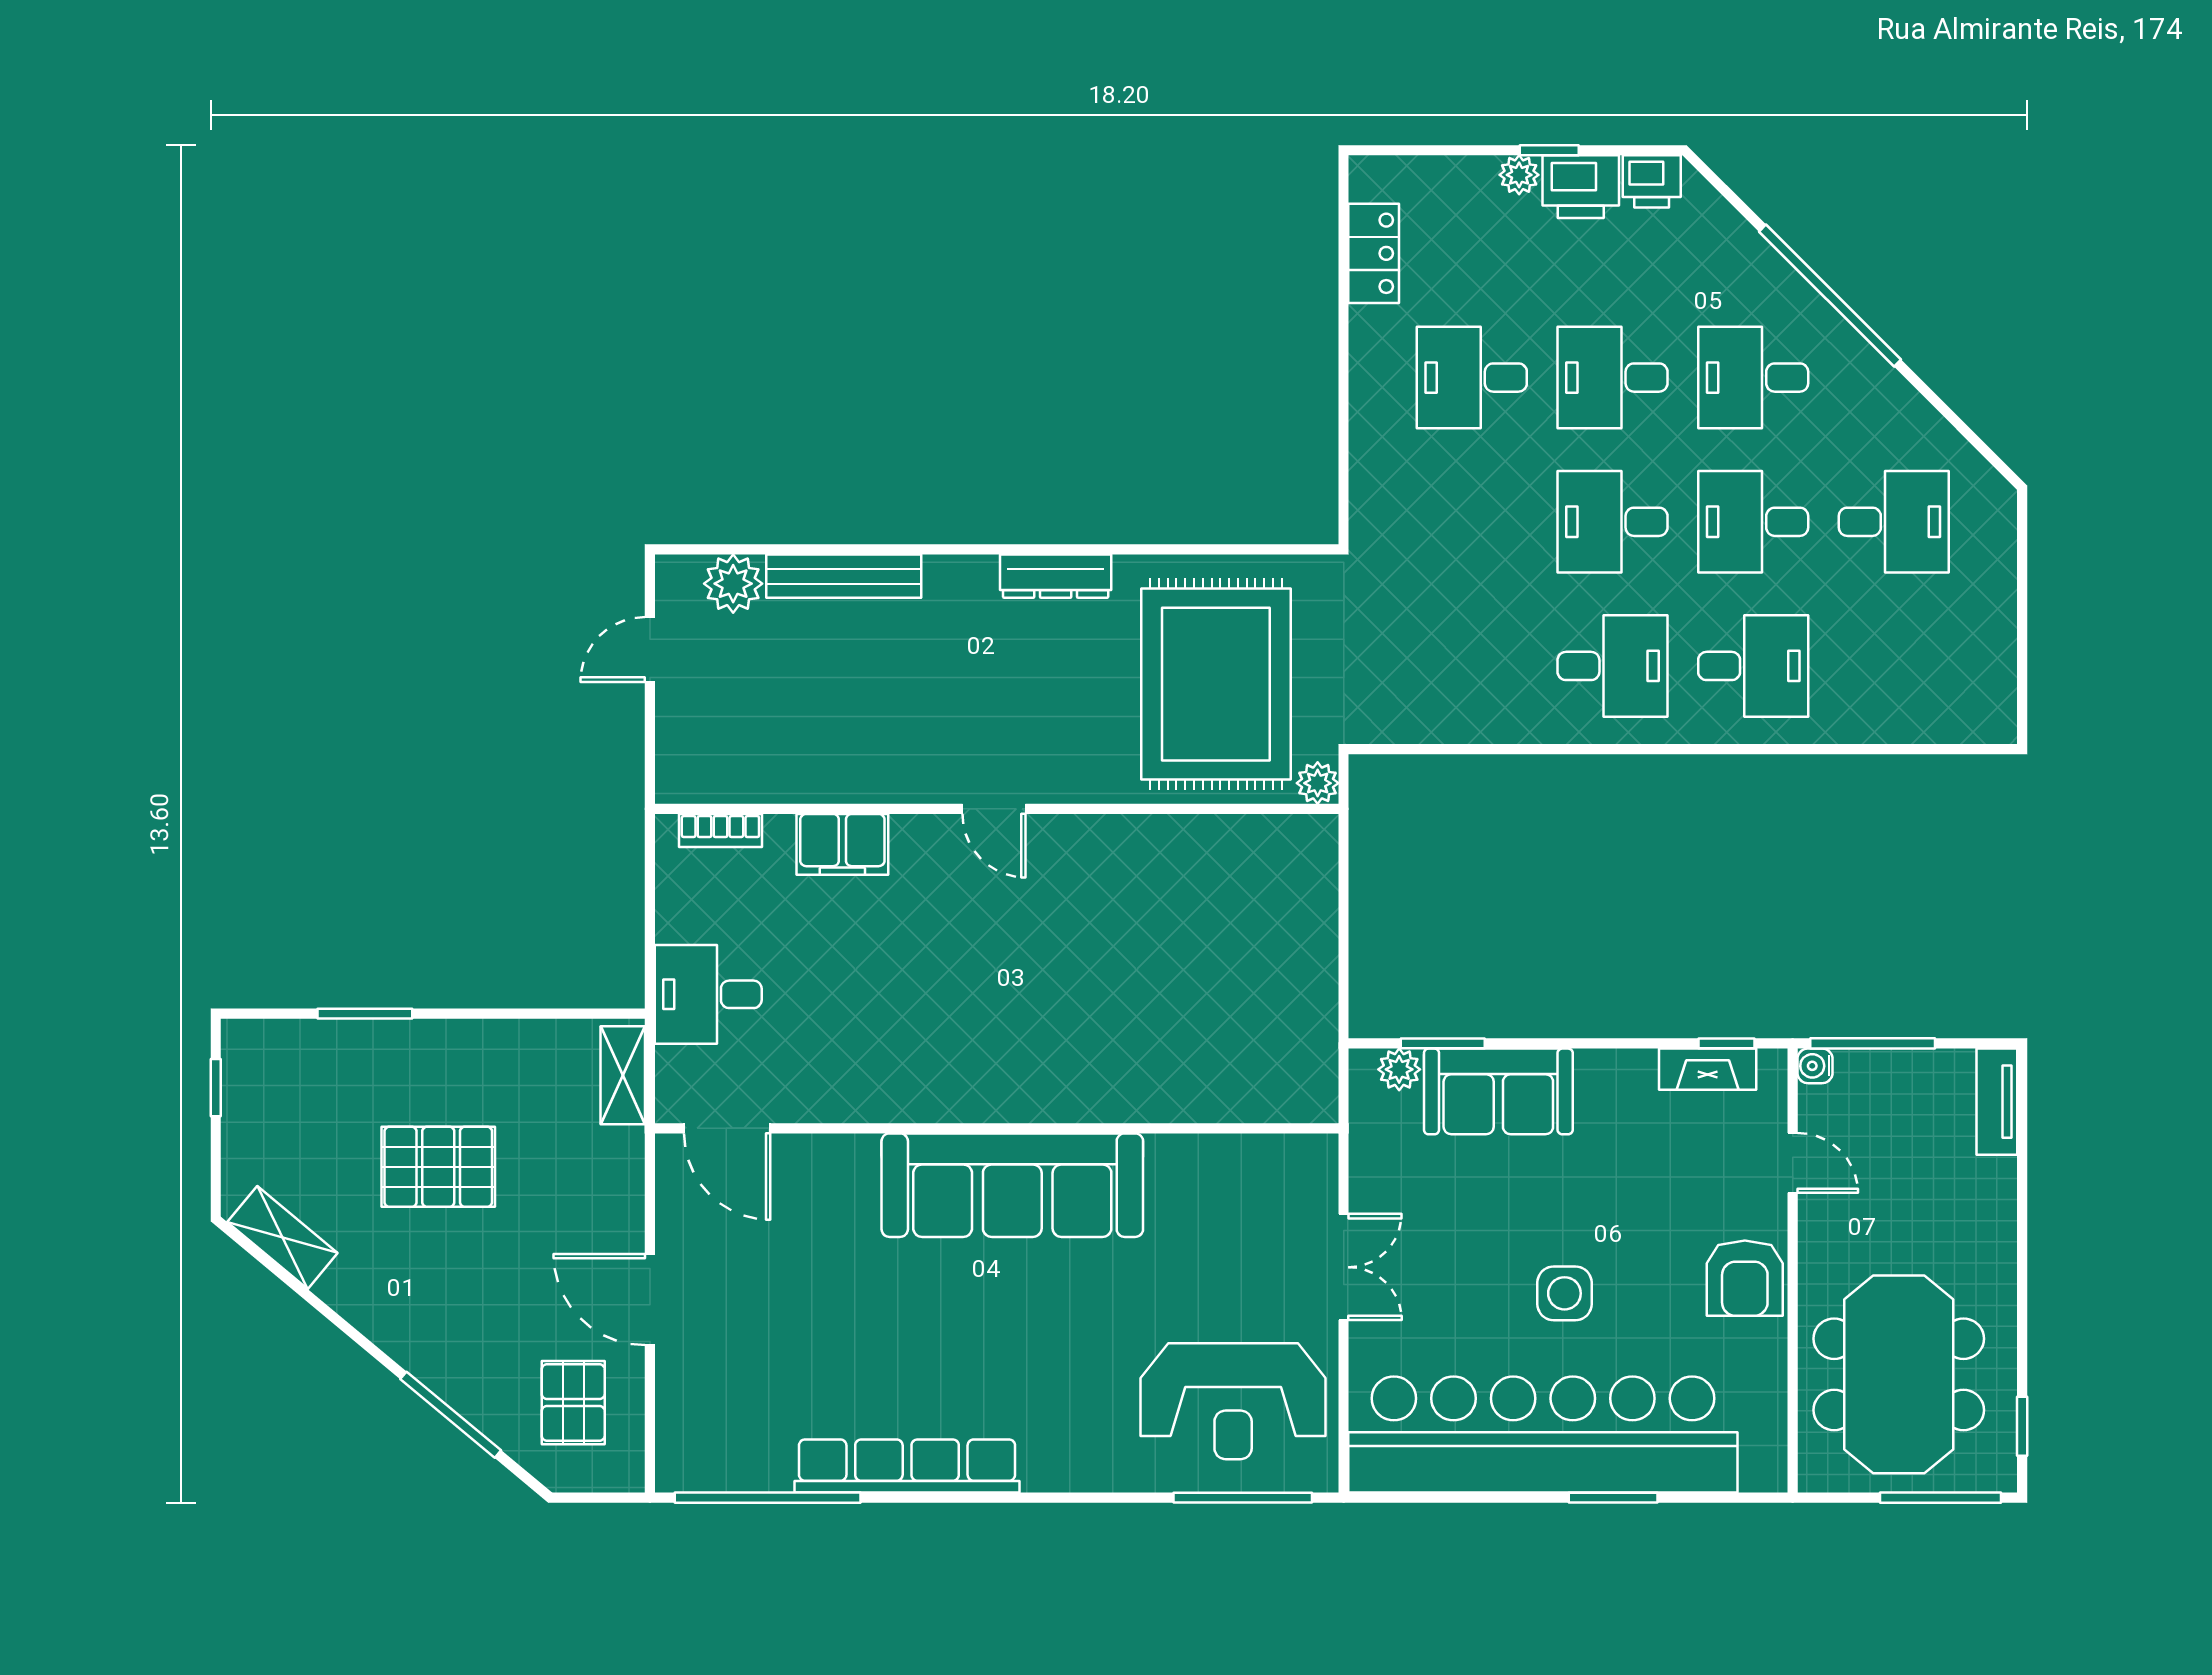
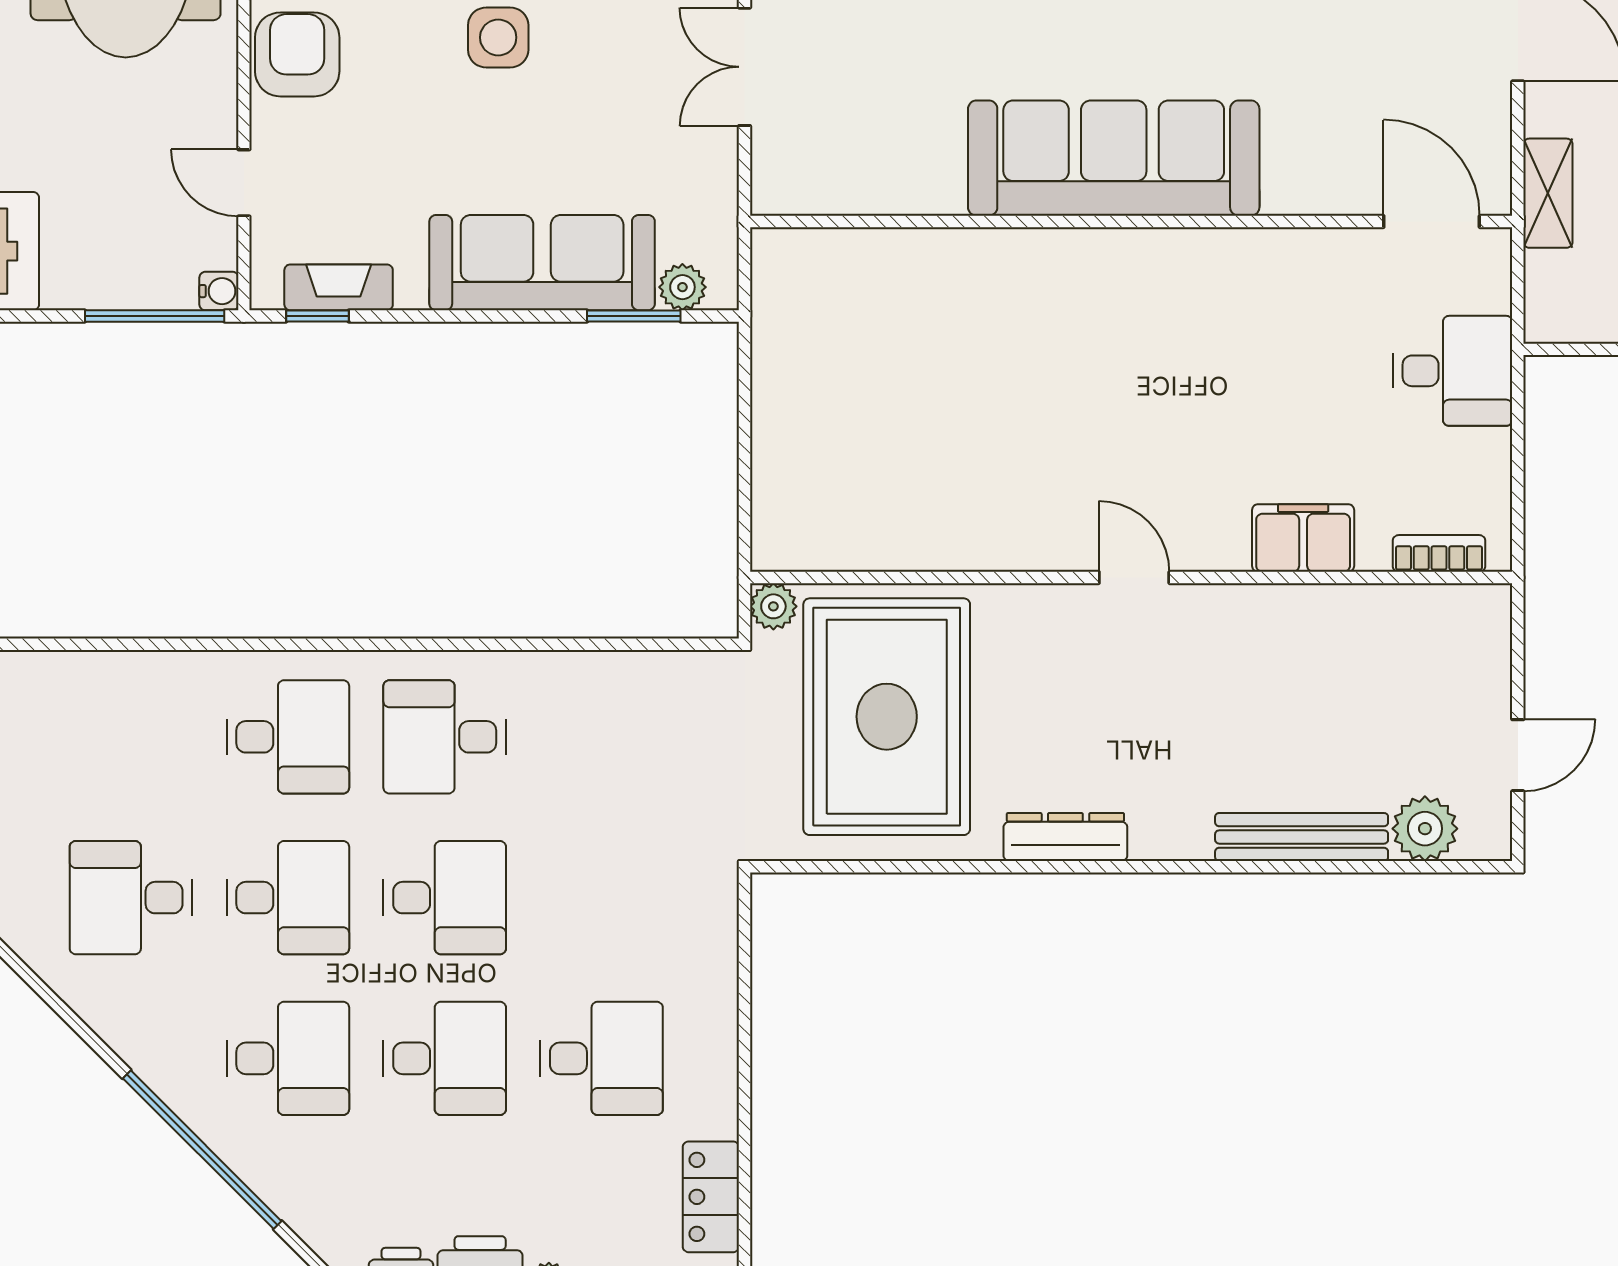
desk: (1753, 666) -> (288, 737), turned 180
shelving: (623, 1075) -> (1548, 193), moved
sofa: (1498, 1091) -> (542, 263), width x1.36

